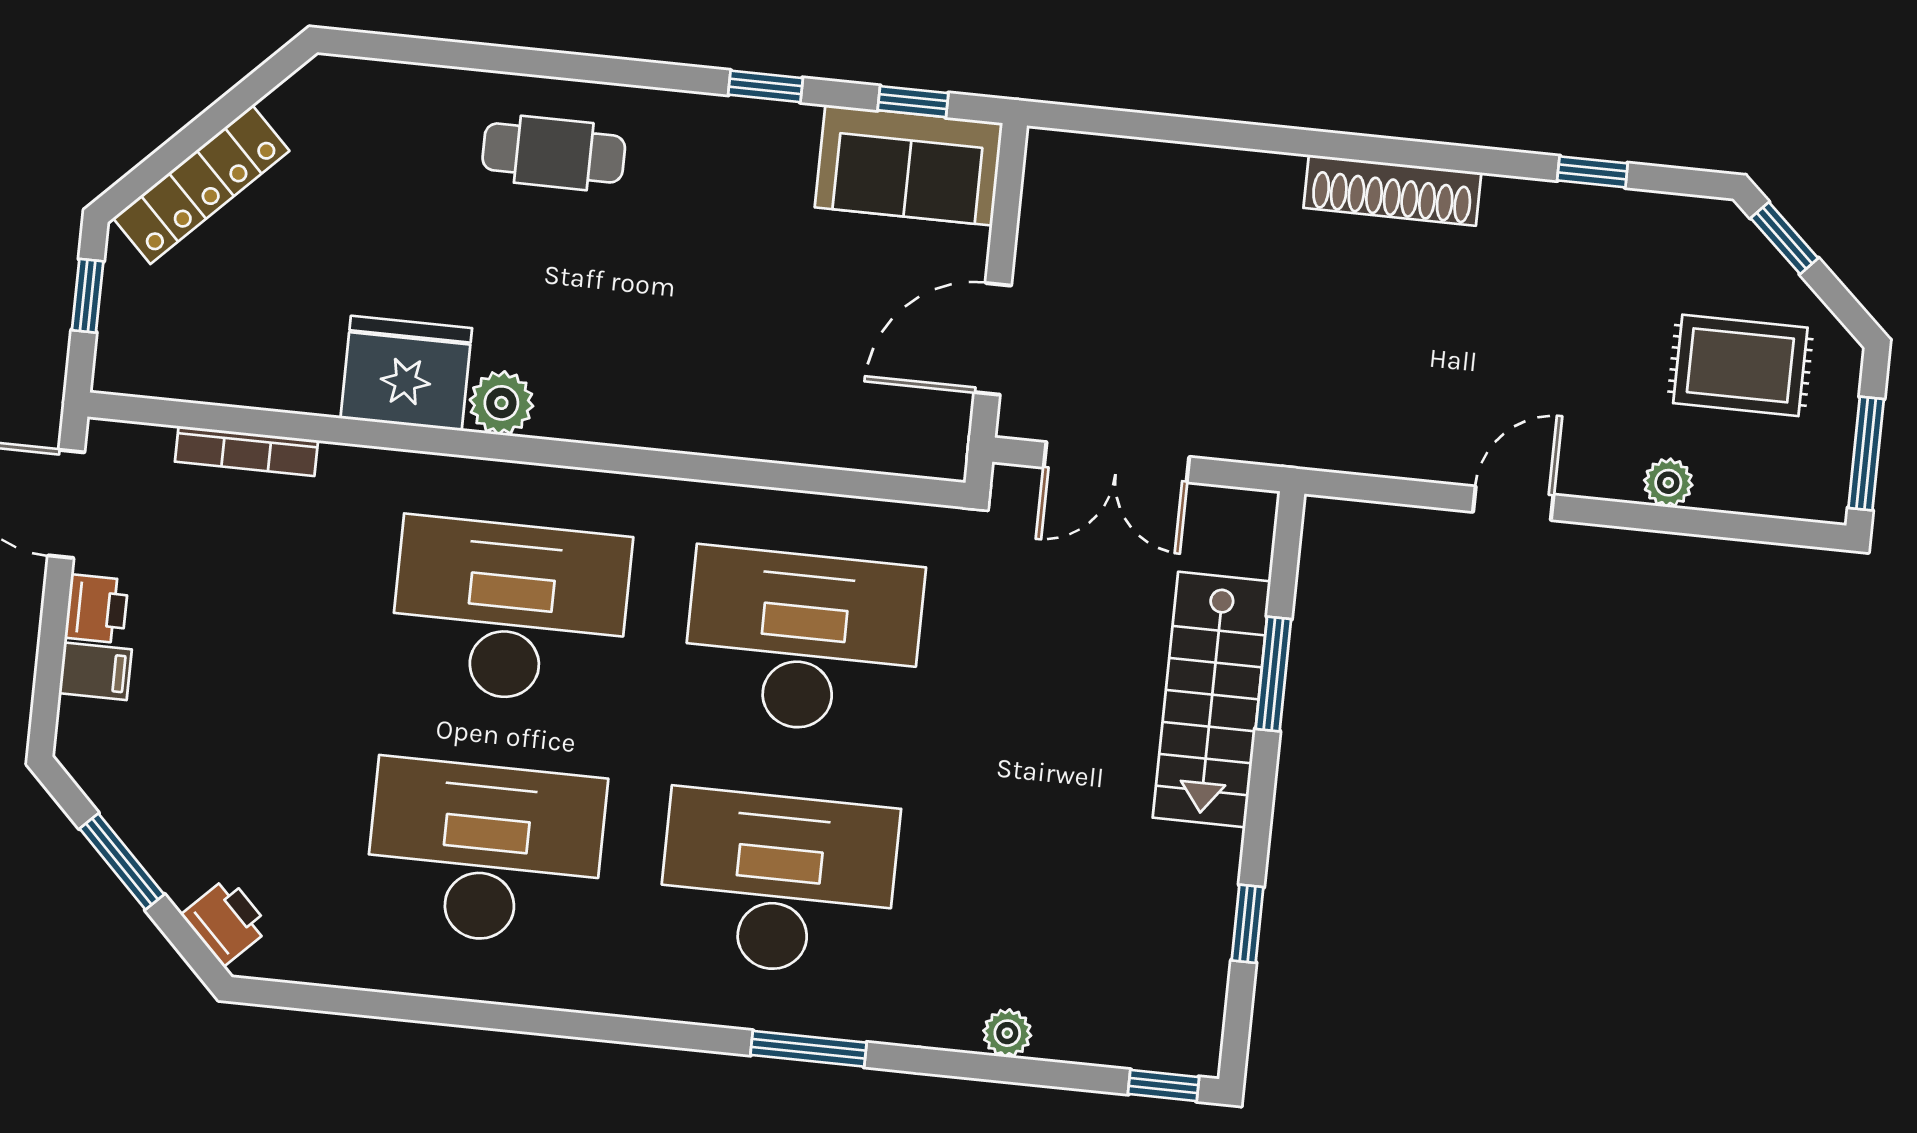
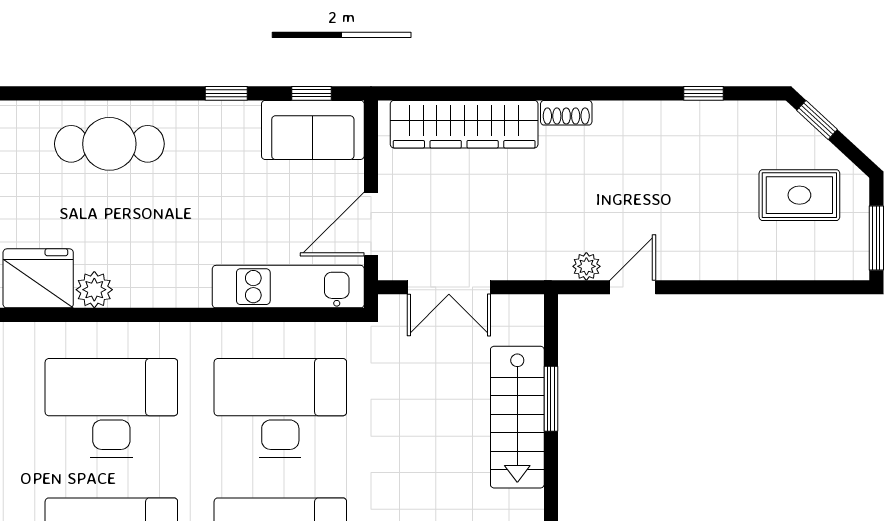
cafe table: (554, 153) -> (109, 144), width x1.37, depth x1.35
wardrobe: (1172, 182) -> (464, 124), added
shoe rack: (1392, 190) -> (566, 113), width x0.51, depth x0.81
kitchen unit: (838, 432) -> (288, 287), added
plant: (1668, 483) -> (586, 266), moved
door: (1513, 503) -> (633, 287), moved

